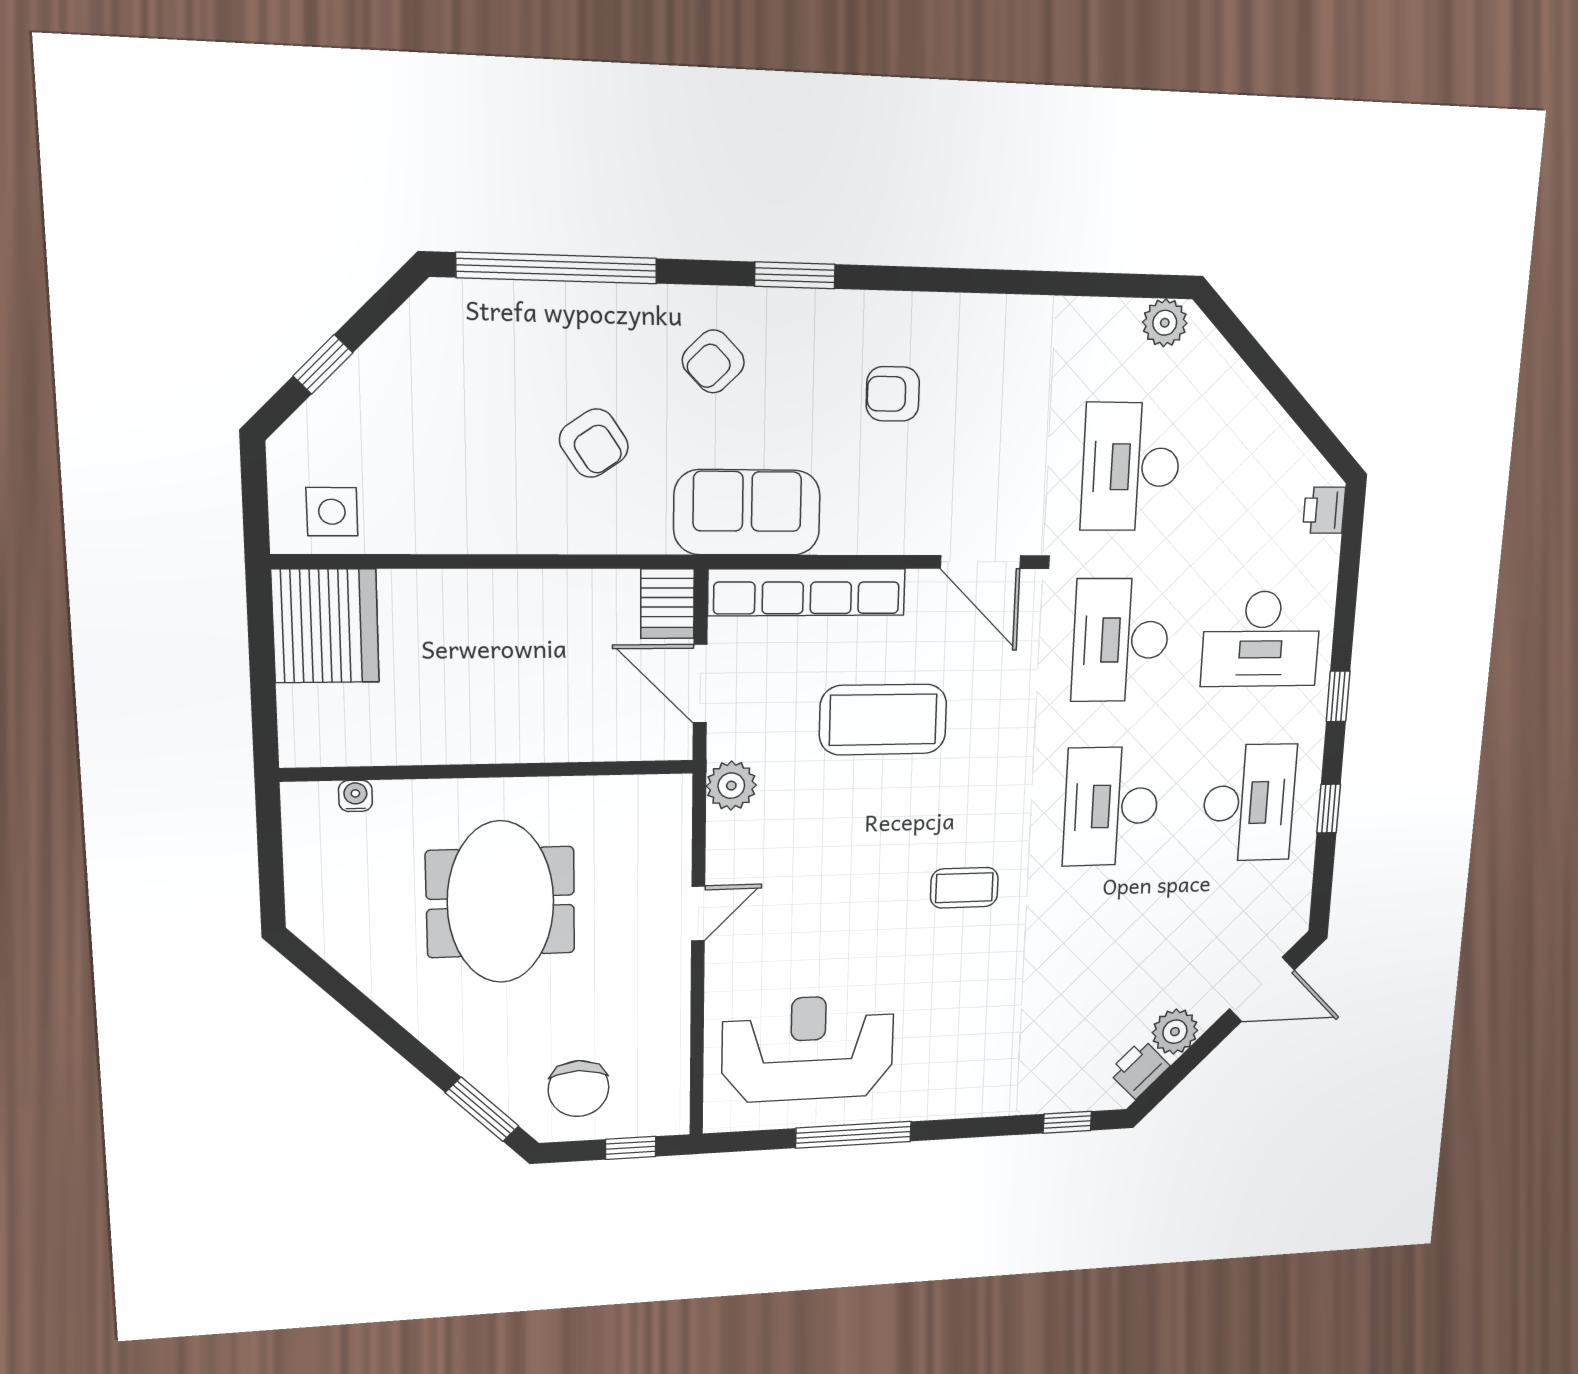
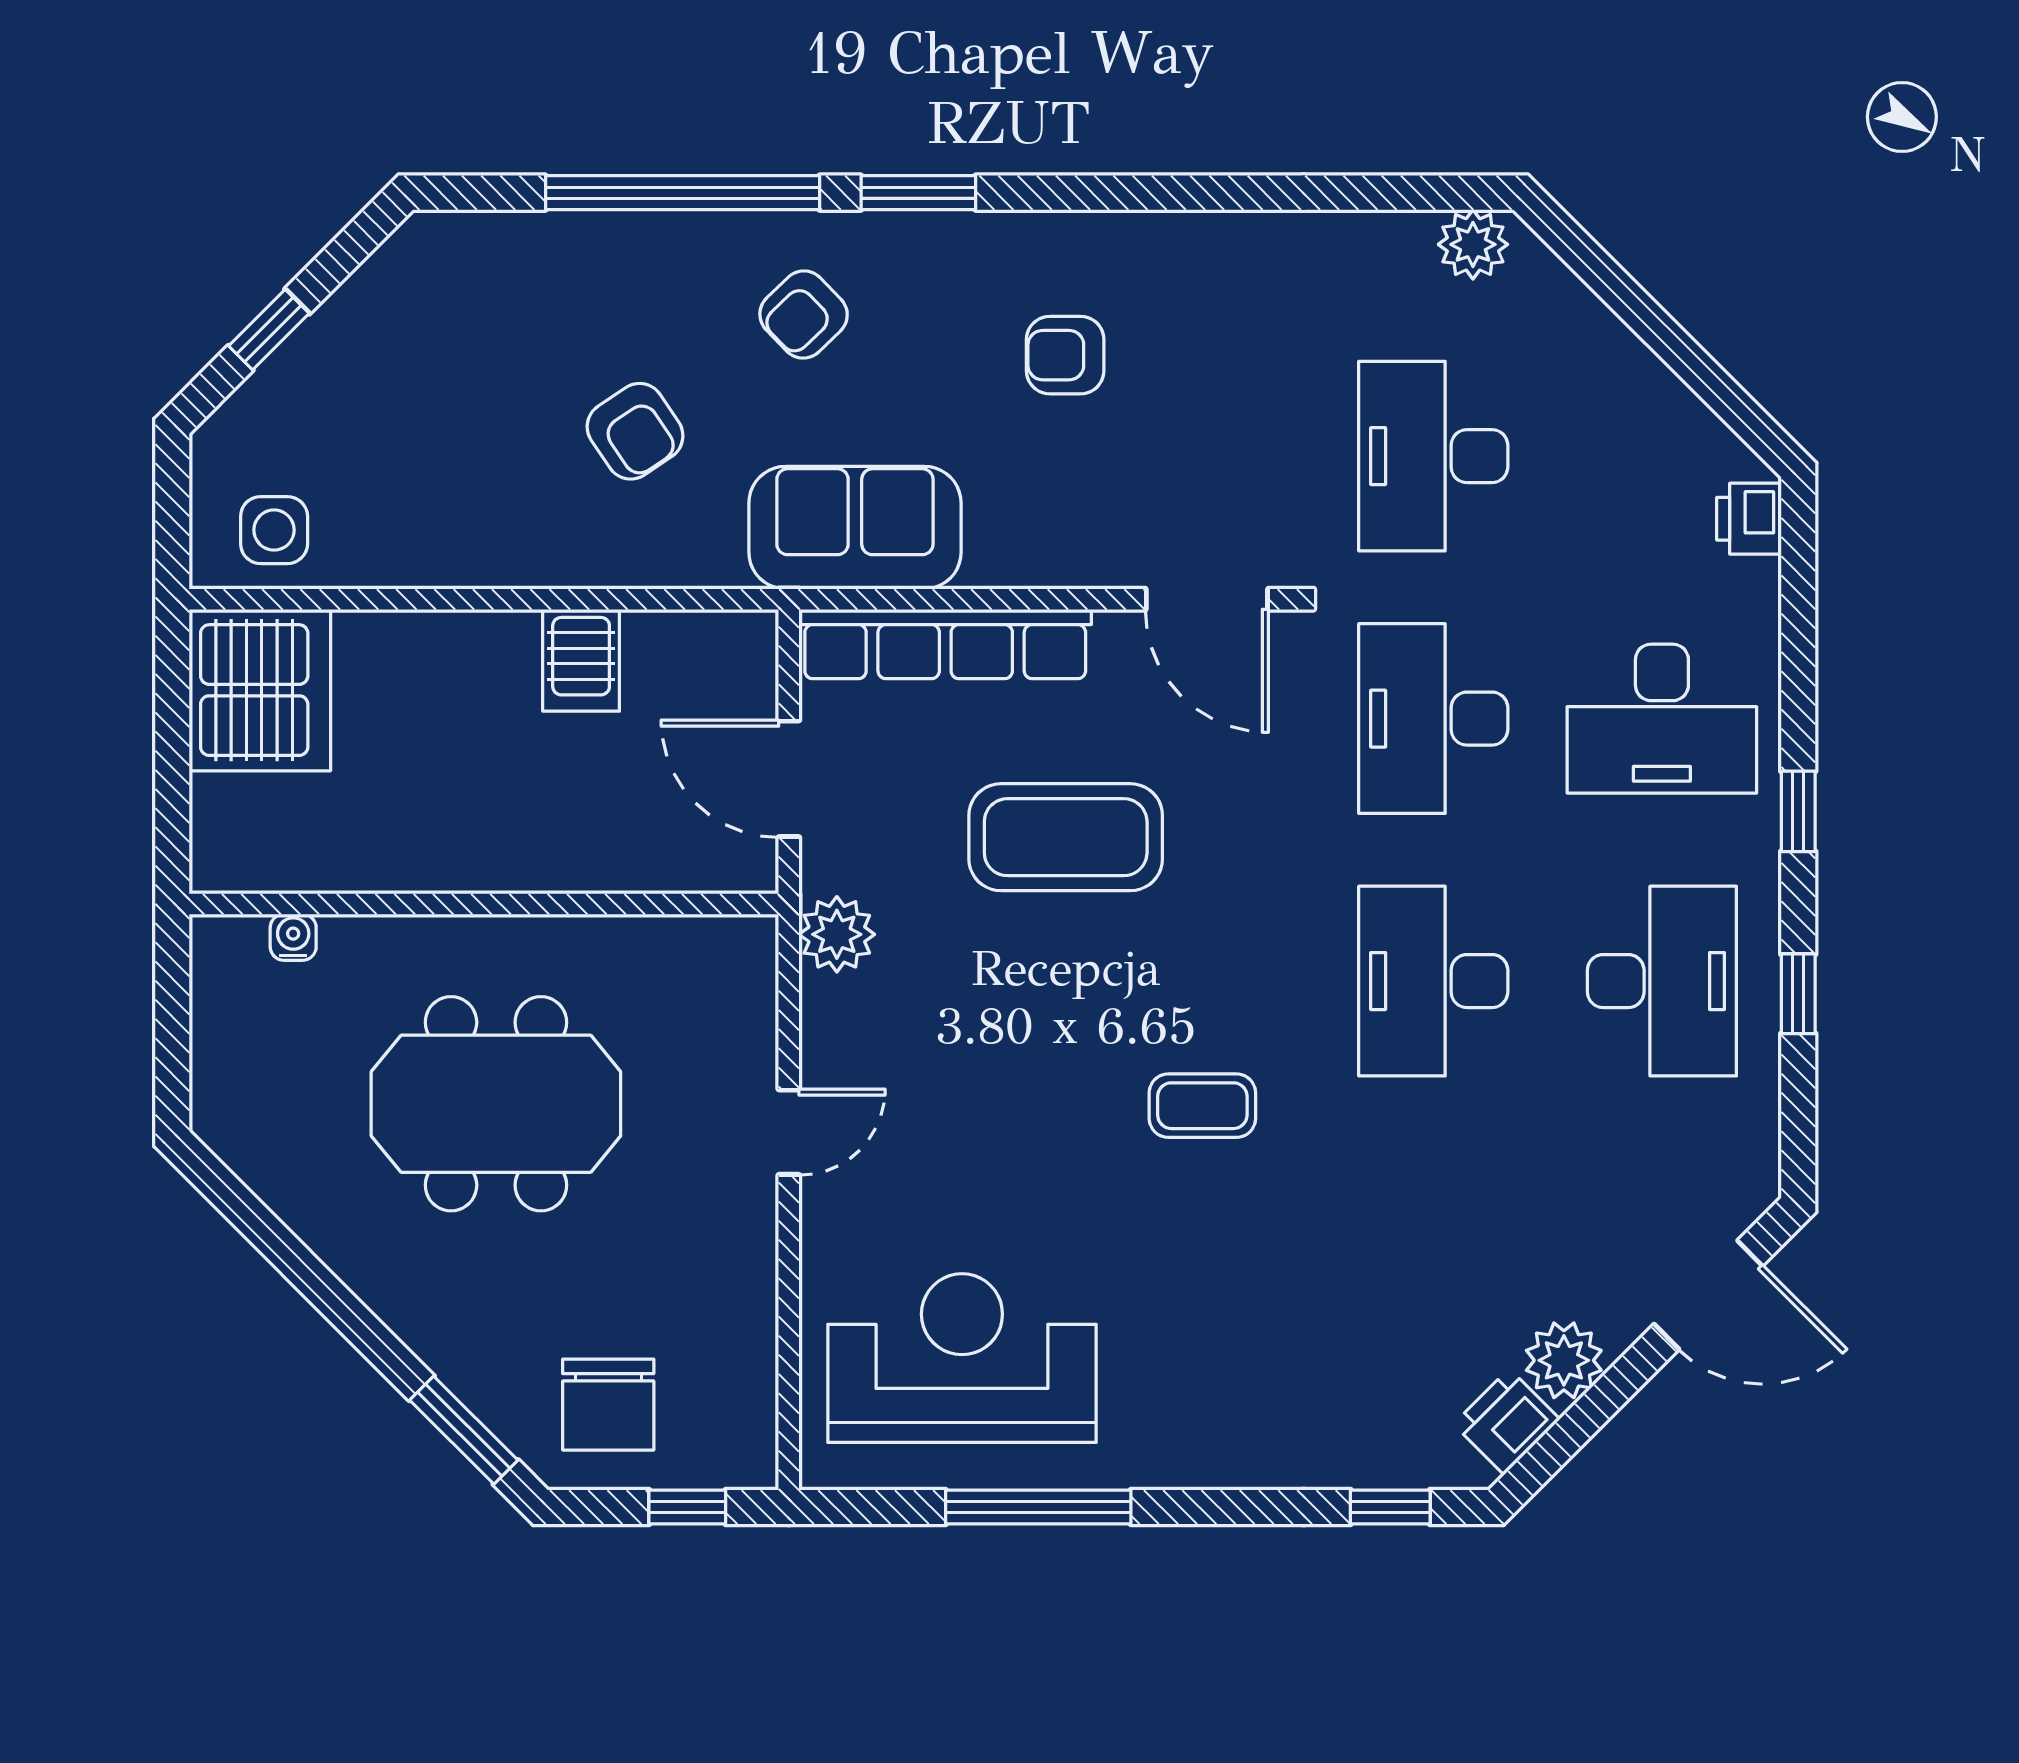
window: (557, 268) -> (683, 193), moved
server rack: (667, 604) -> (581, 660), moved
meeting table: (501, 902) -> (496, 1104), turned 90

